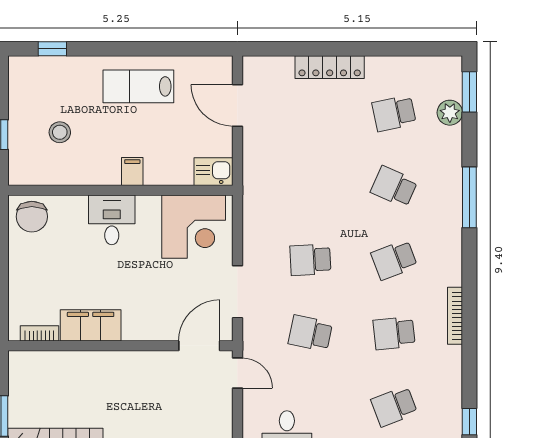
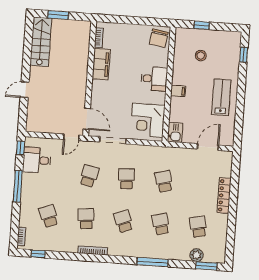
school desk: (310, 187) -> (164, 181), added
school desk: (394, 187) -> (161, 224), turned -39
chair: (32, 217) -> (159, 38), turned -81

